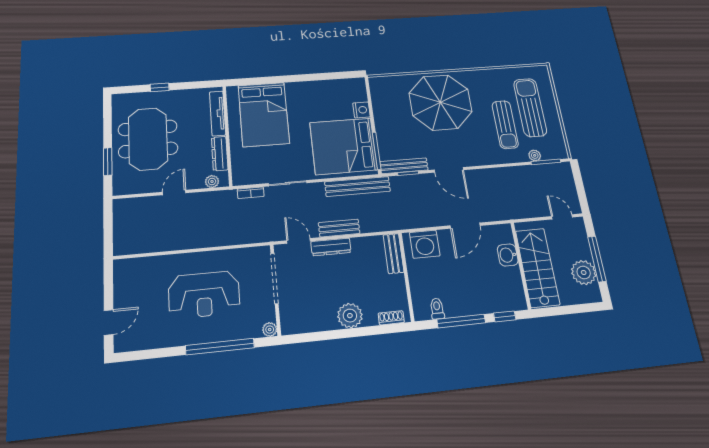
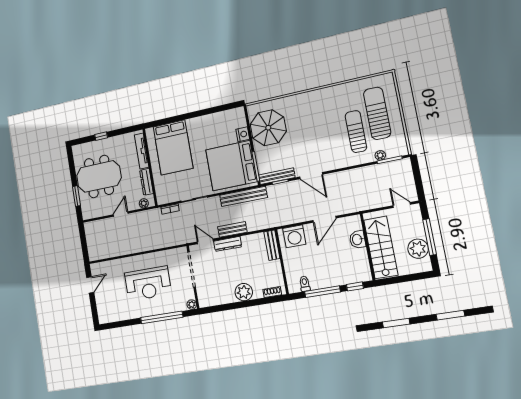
parasol: (440, 102) -> (268, 128), moved, width x0.73, depth x0.73
sun lounger: (505, 125) -> (356, 132), turned 180
meeting table: (148, 139) -> (99, 176), turned 90
door: (109, 322) -> (90, 285), moved

